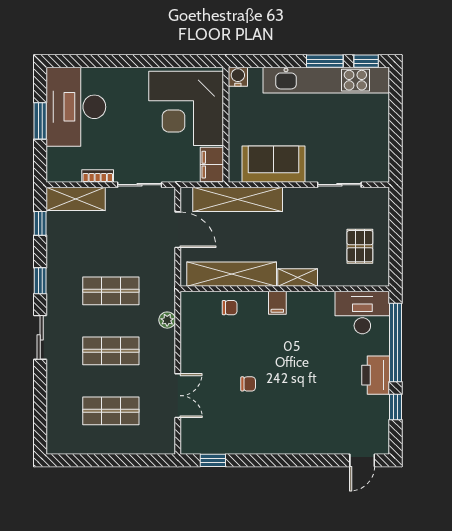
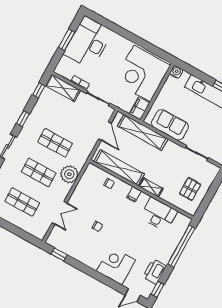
desk: (362, 313) -> (159, 214), moved
plant: (167, 320) -> (69, 174), width x1.87, depth x1.87
printer: (376, 375) -> (155, 272), moved
window: (395, 407) -> (157, 289), moved
corner desk: (310, 429) -> (116, 266), added

